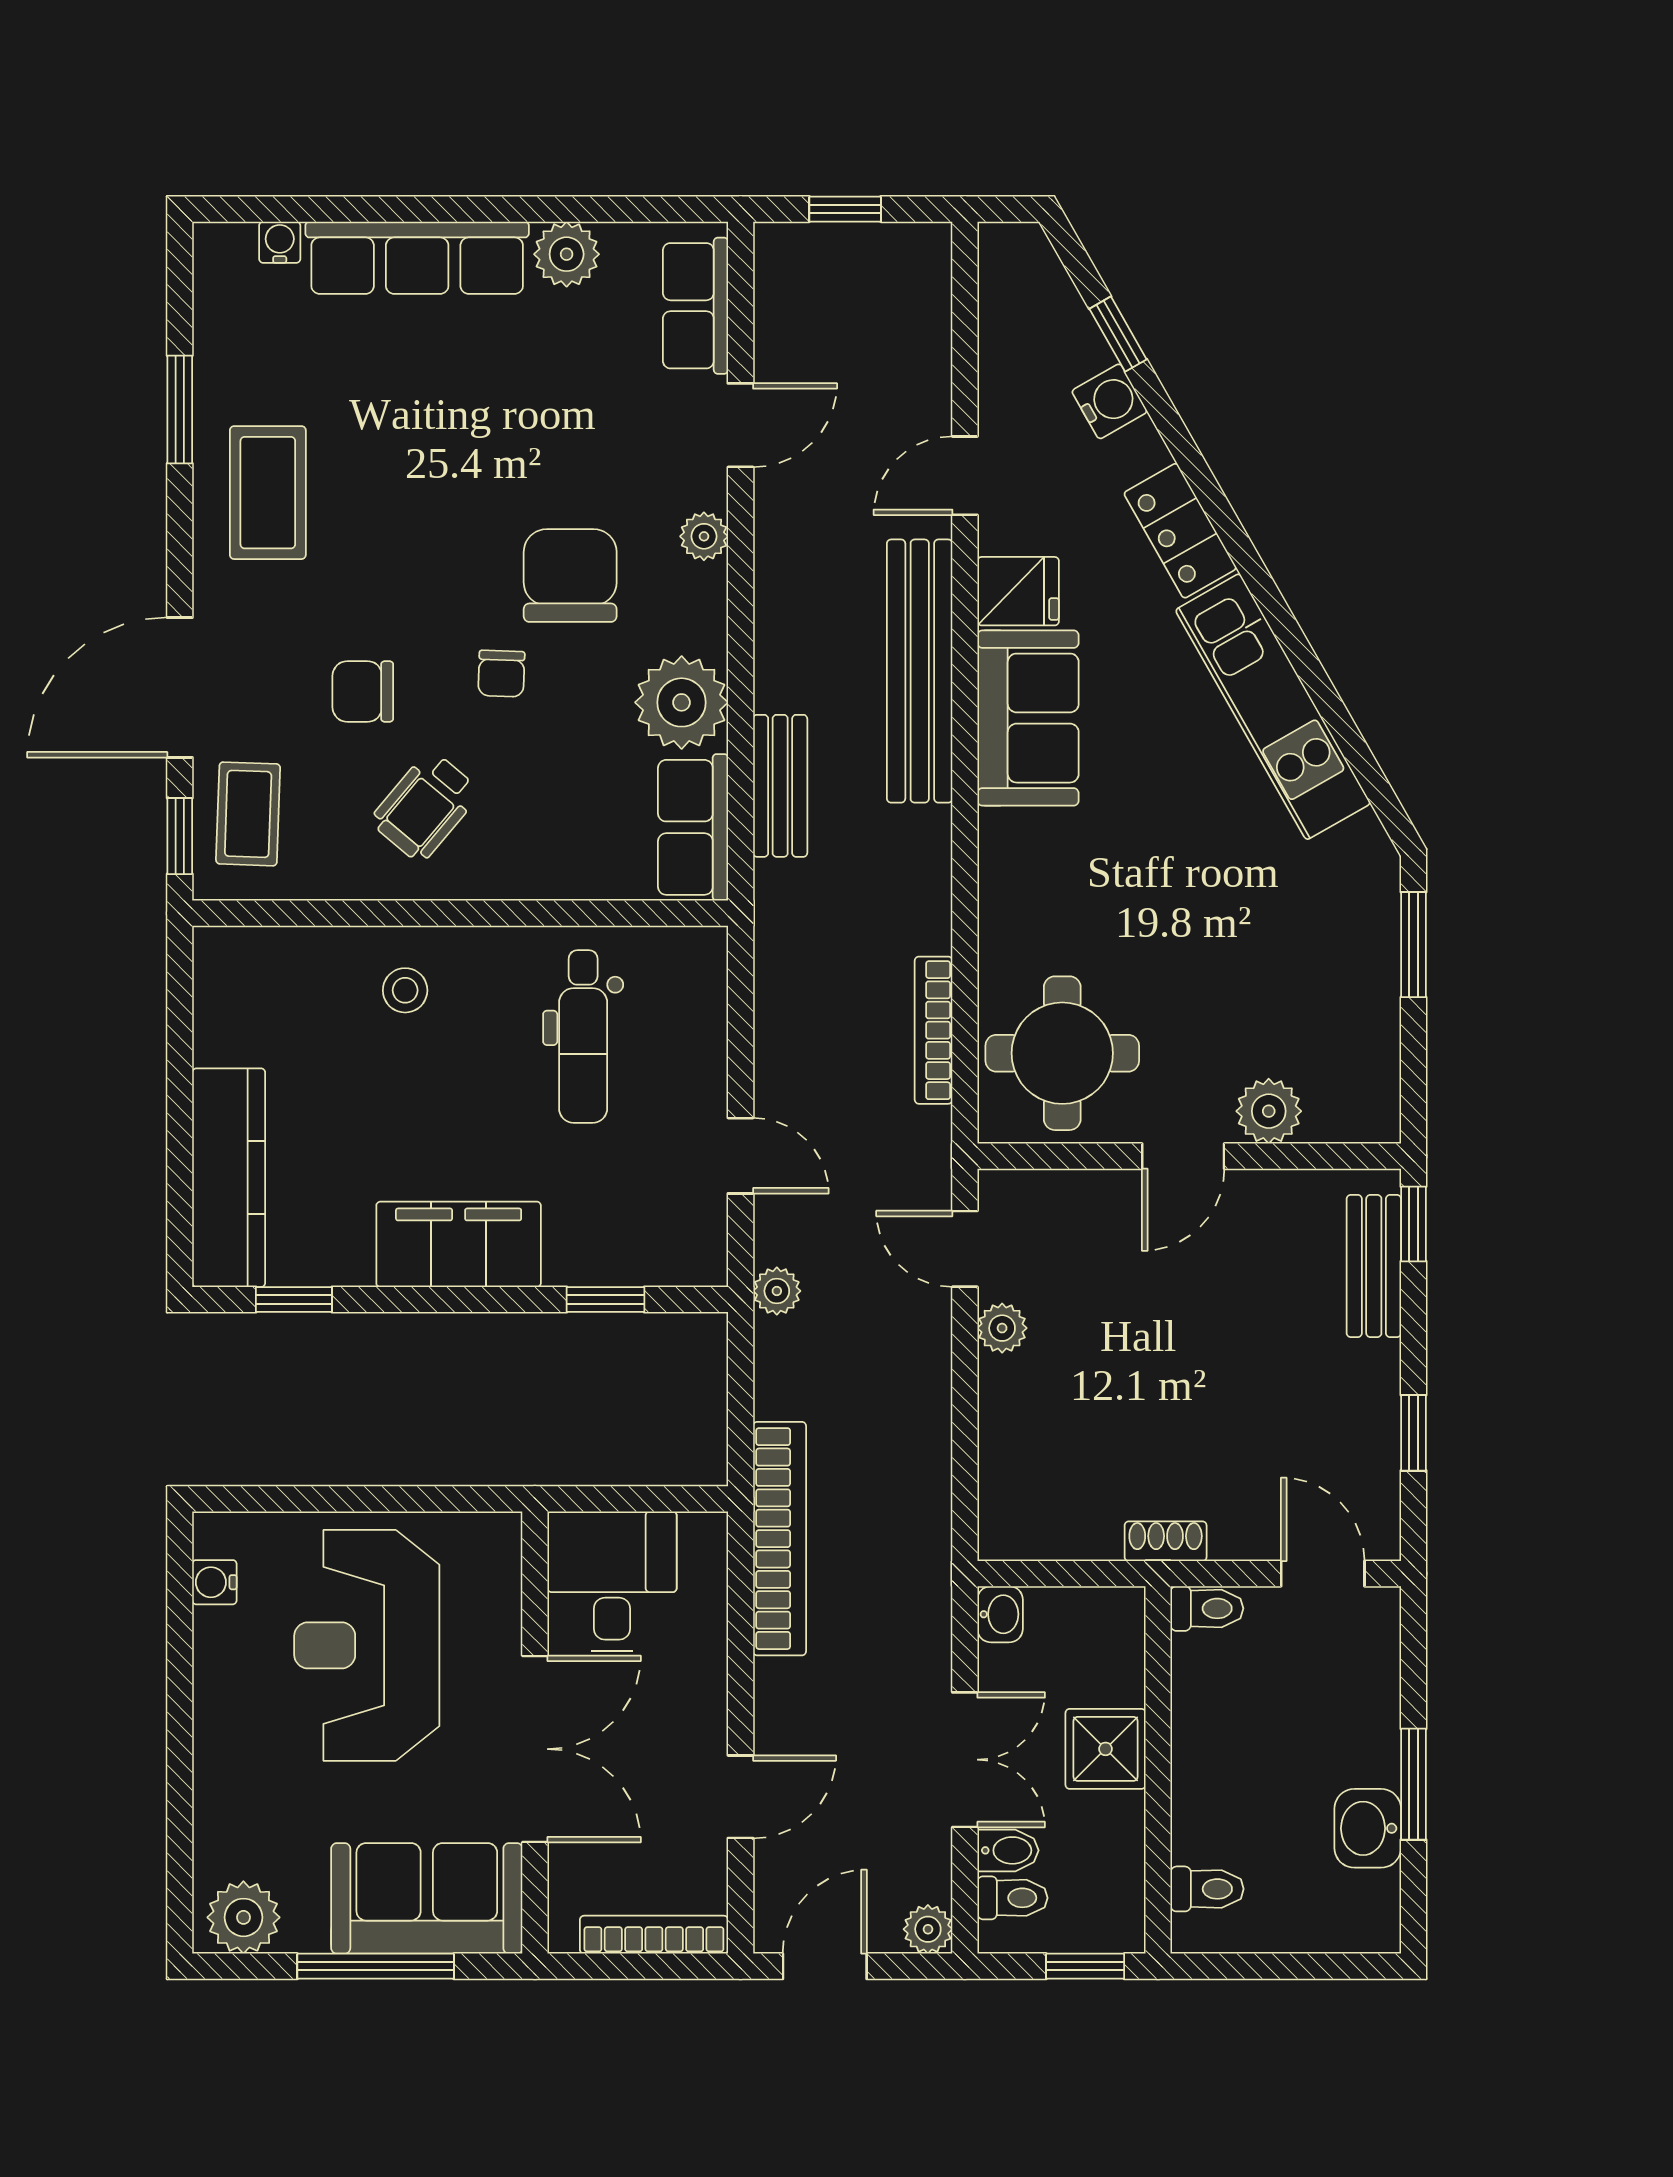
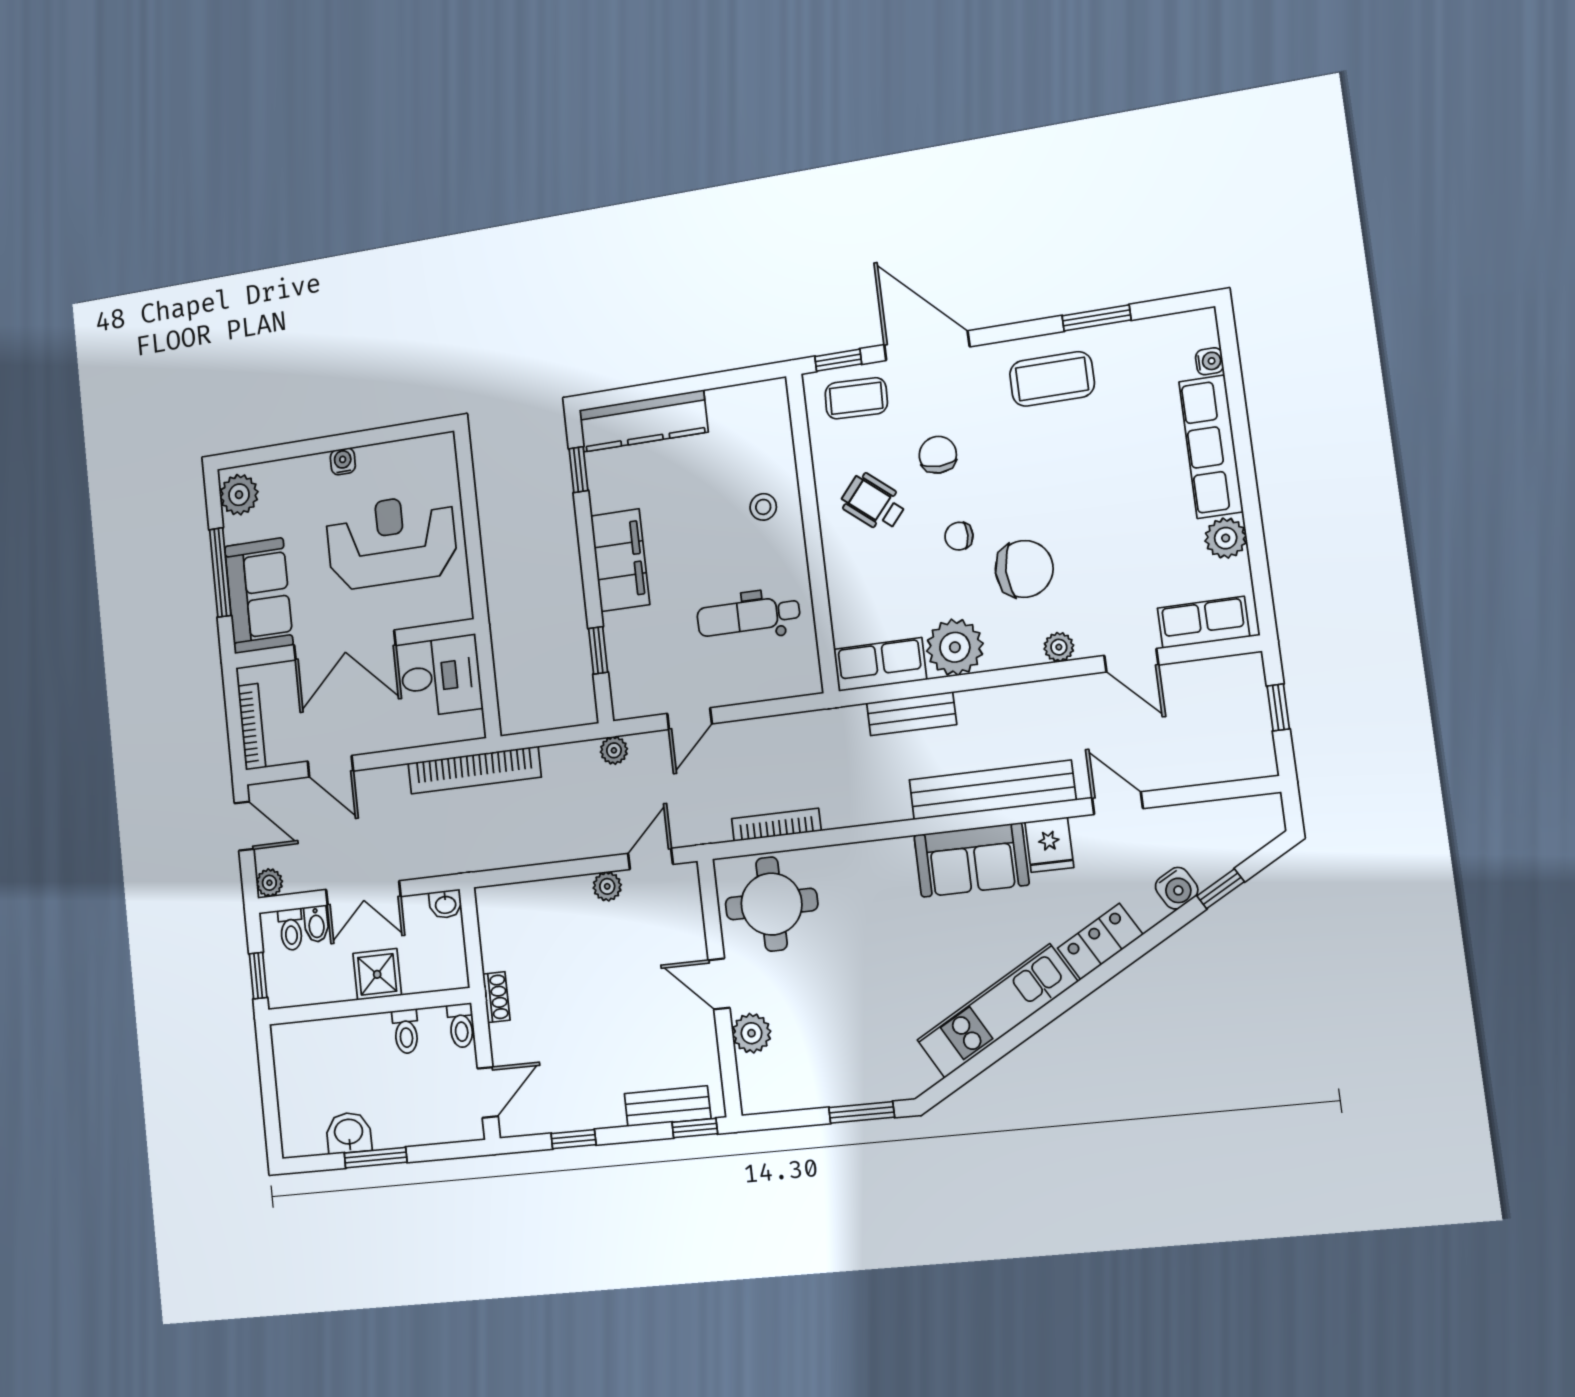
water cooler: (214, 1582) -> (343, 461), moved
toilet: (1207, 1889) -> (406, 1031), moved

